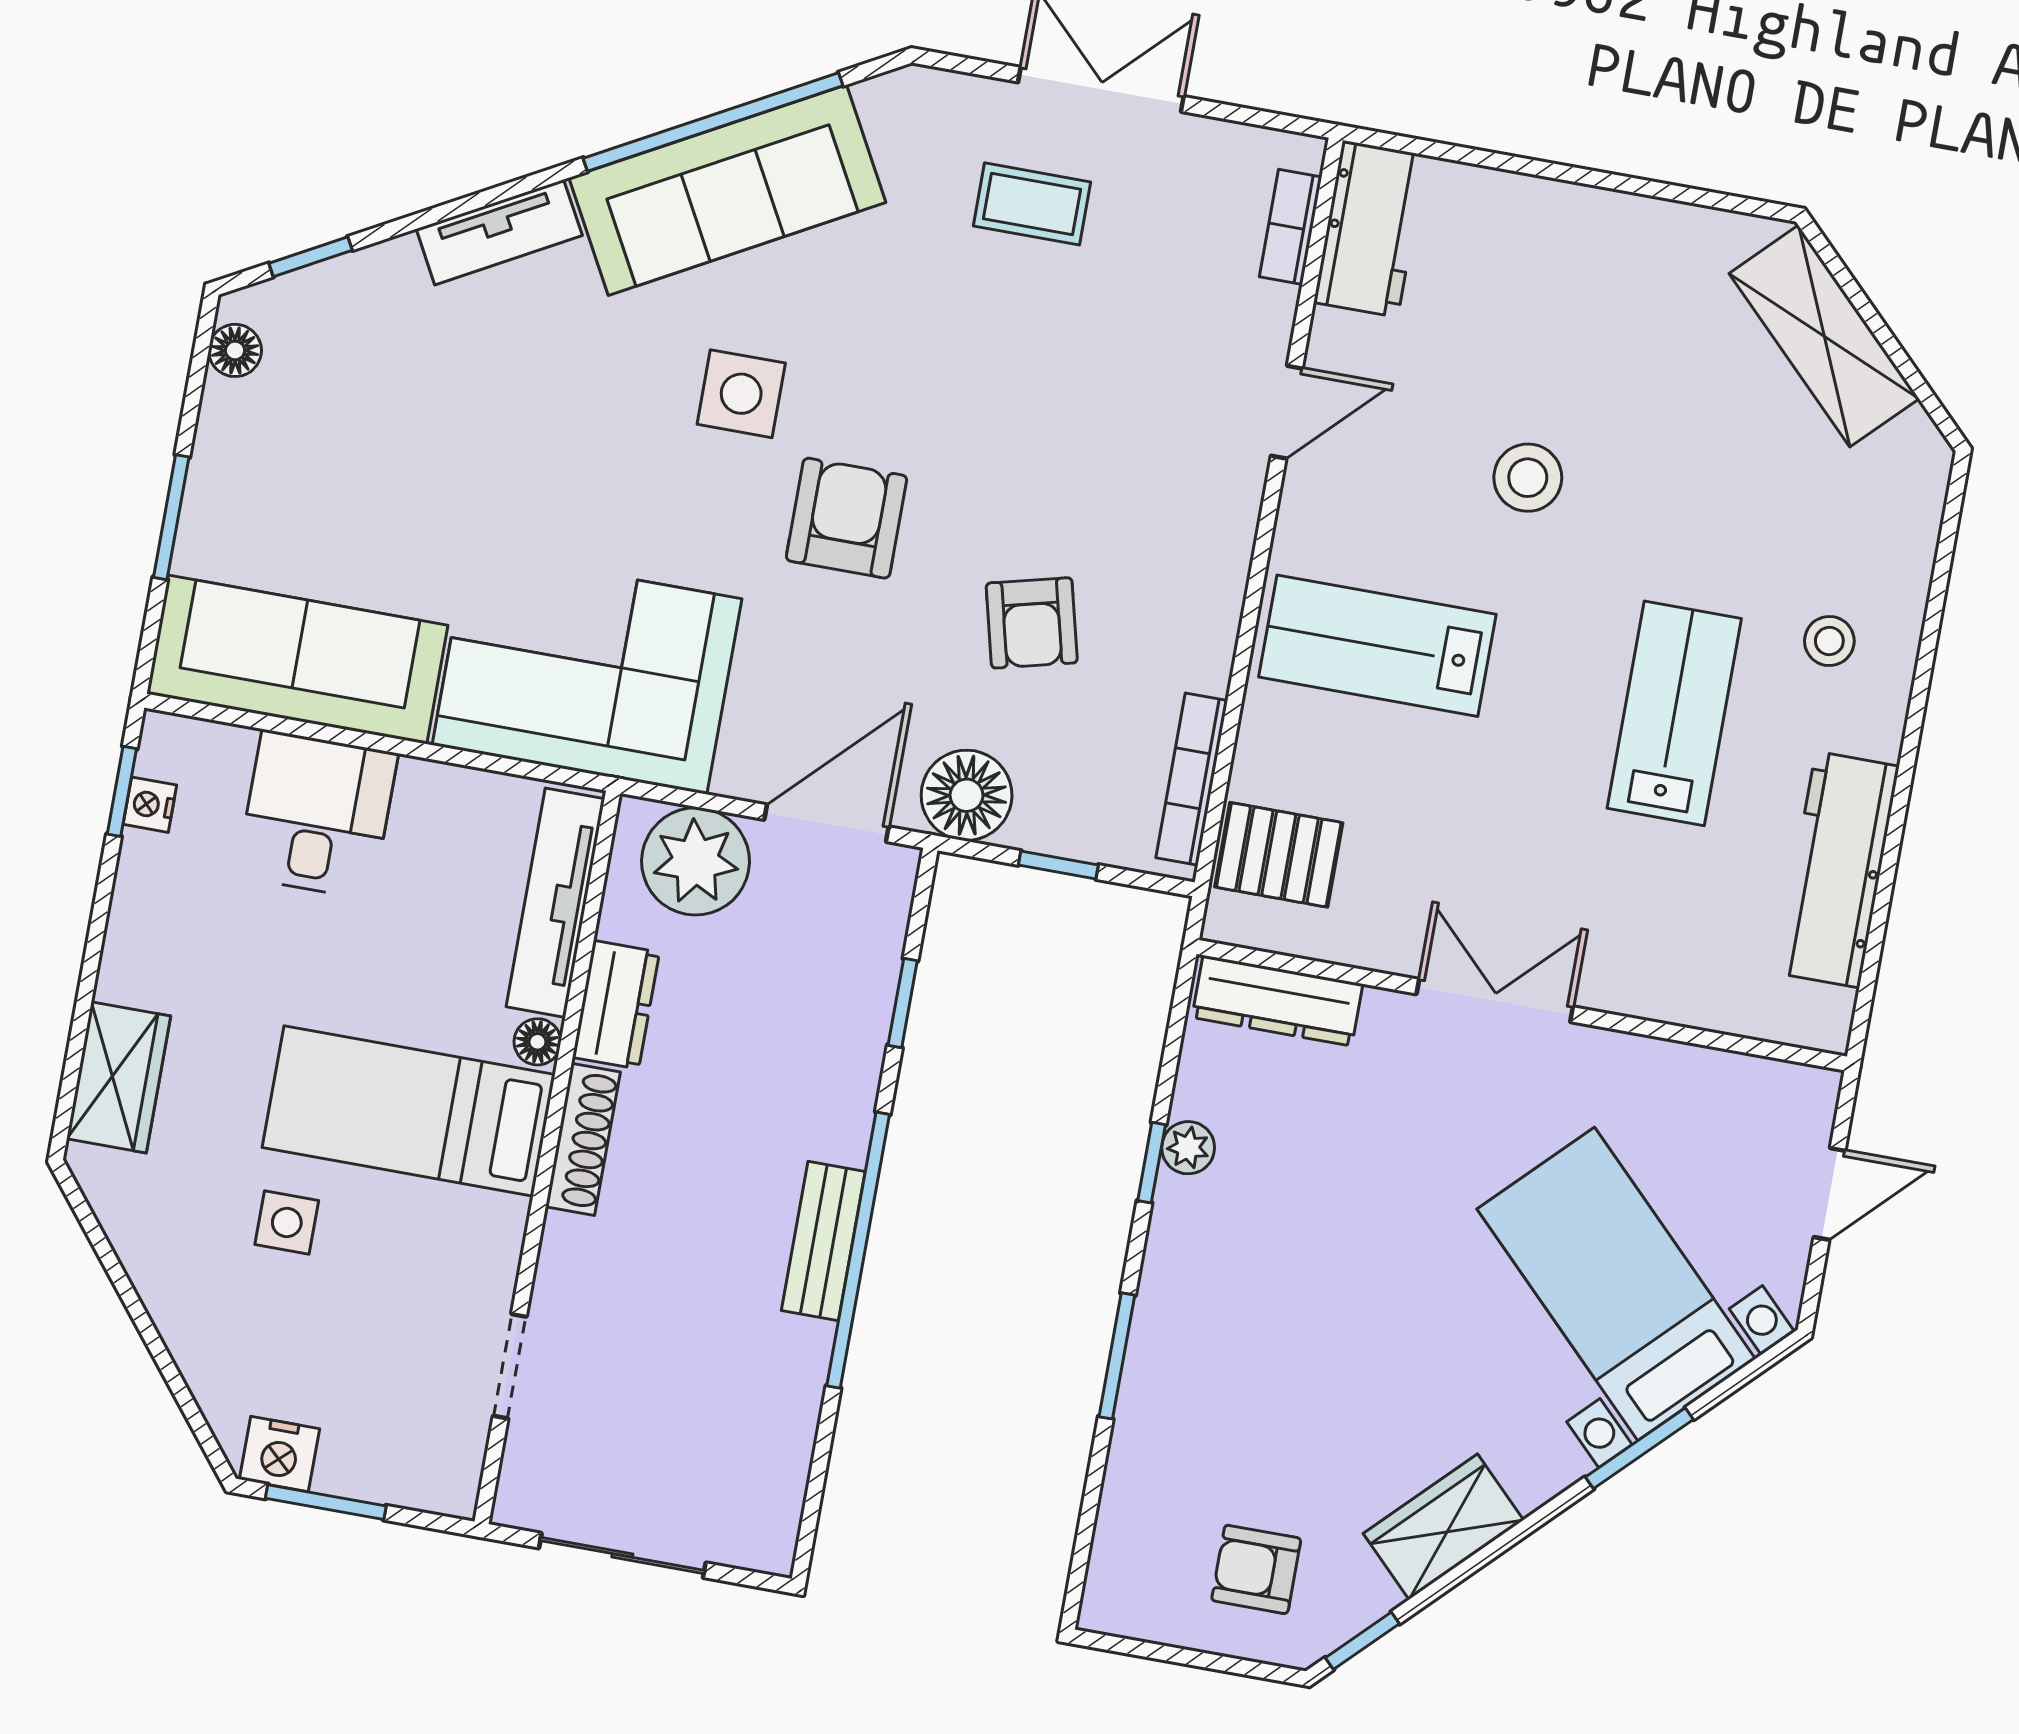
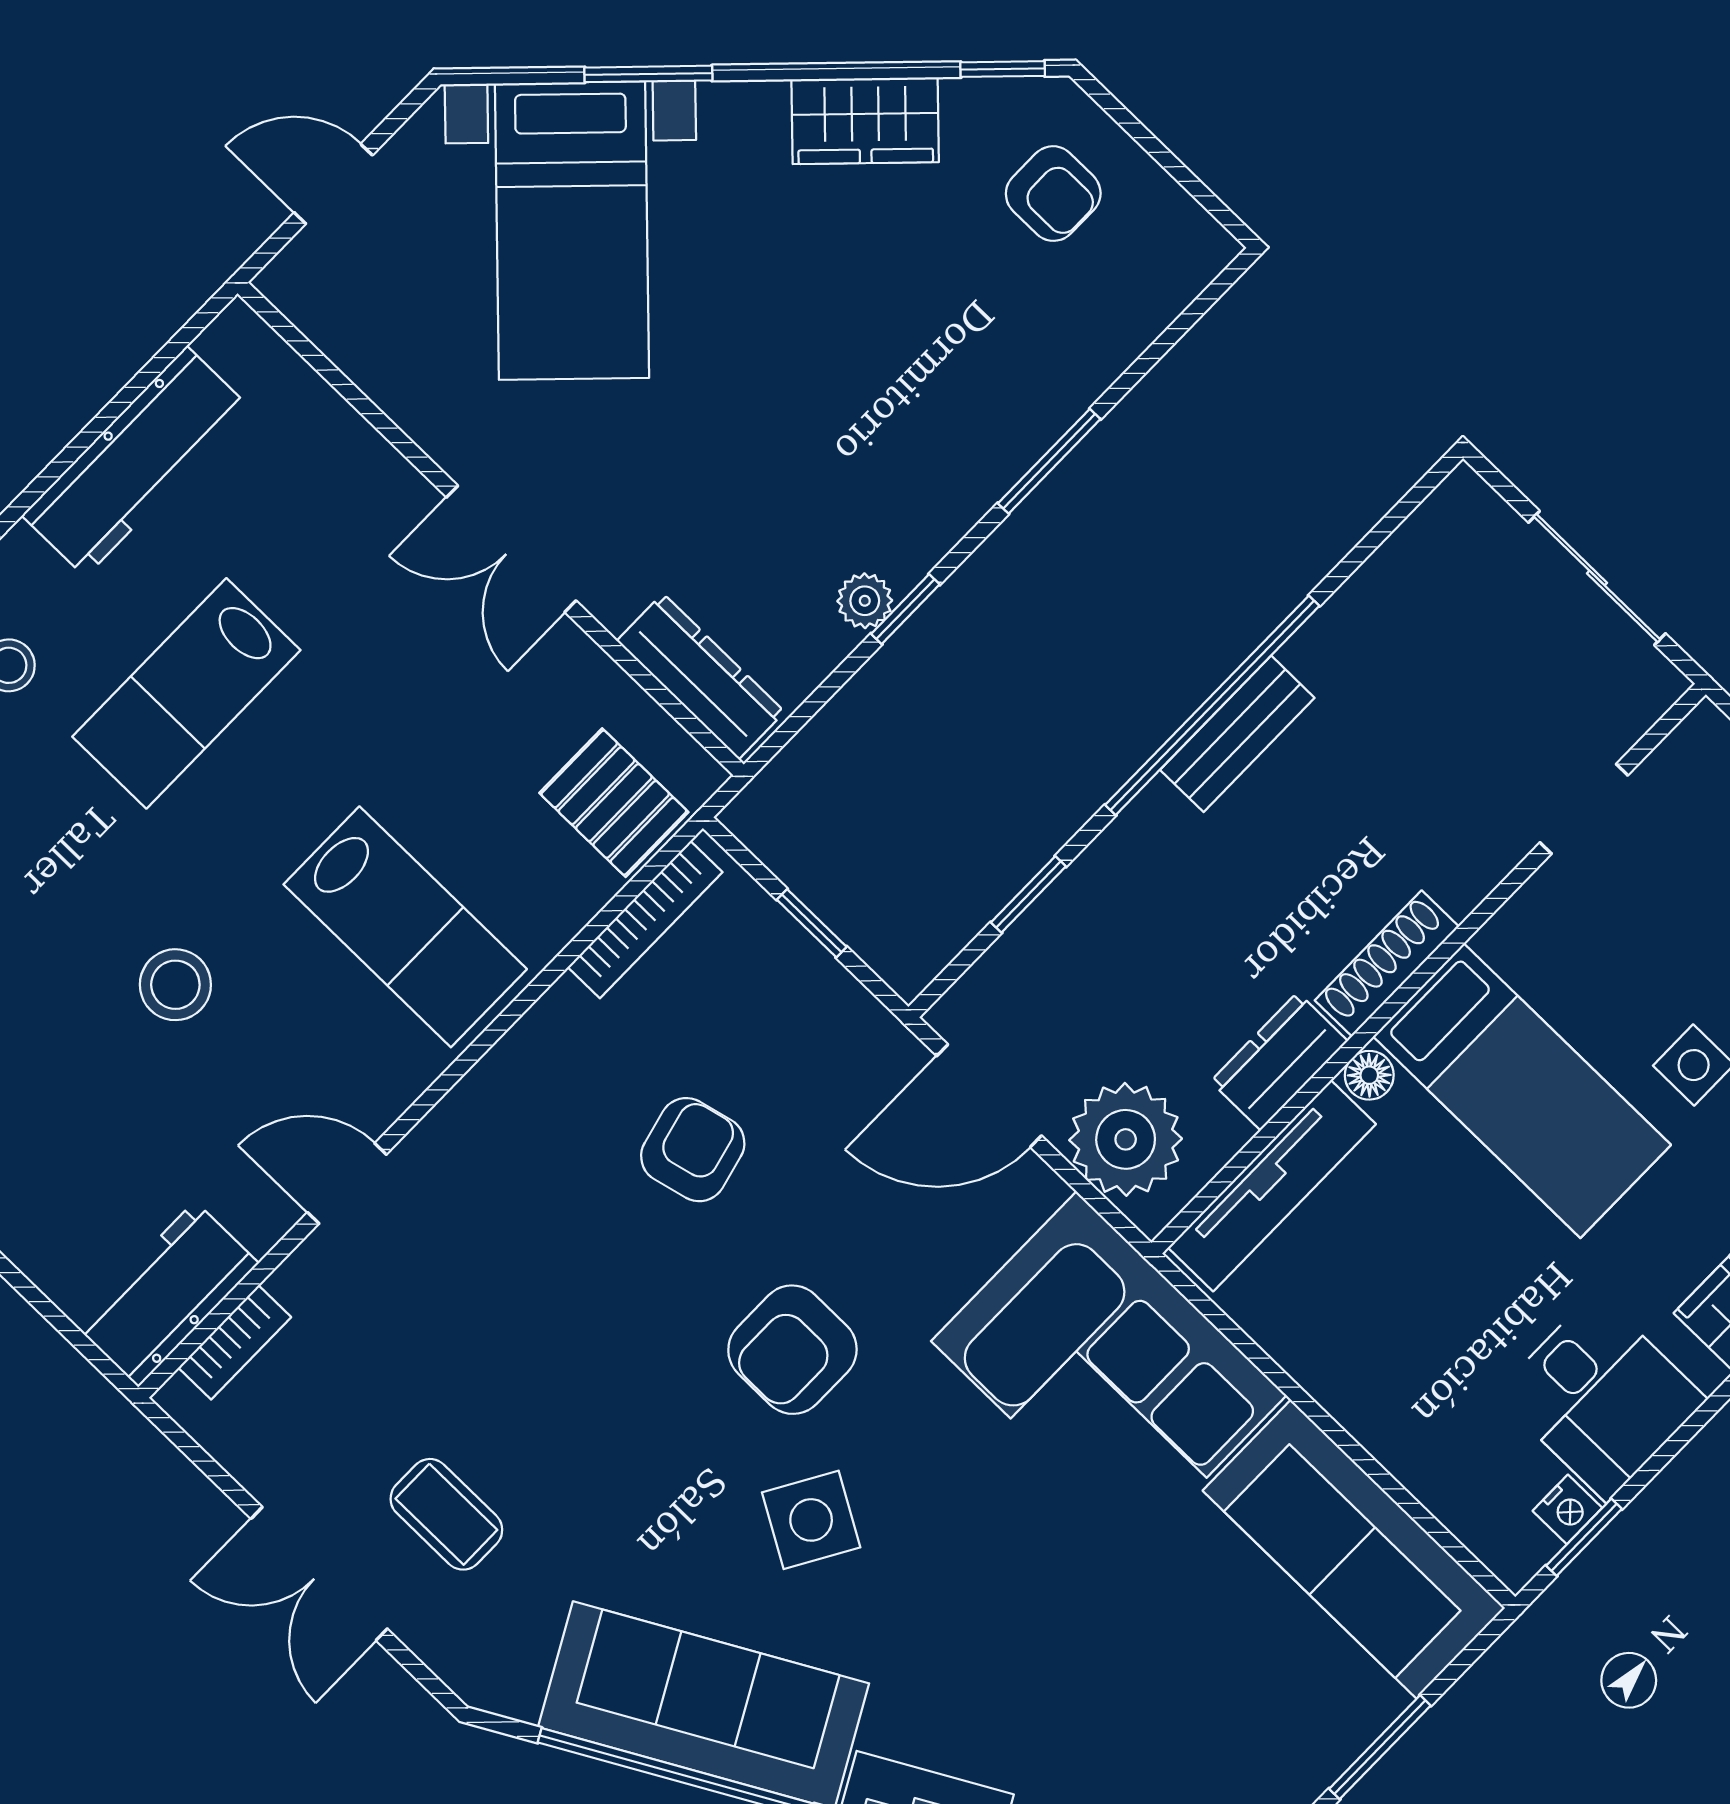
side table: (741, 394) -> (811, 1520), turned 30
floor lamp: (967, 795) -> (851, 1038), removed
desk: (317, 815) -> (1601, 1397), moved, turned -90

